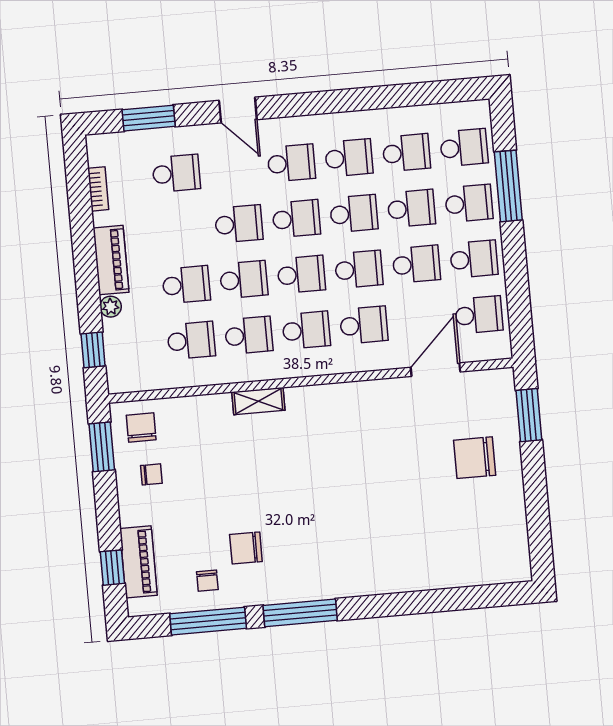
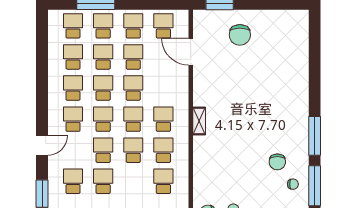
school desk: (186, 285) -> (103, 181), moved
school desk: (364, 325) -> (163, 88), removed
shelving: (258, 401) -> (199, 121), moved

